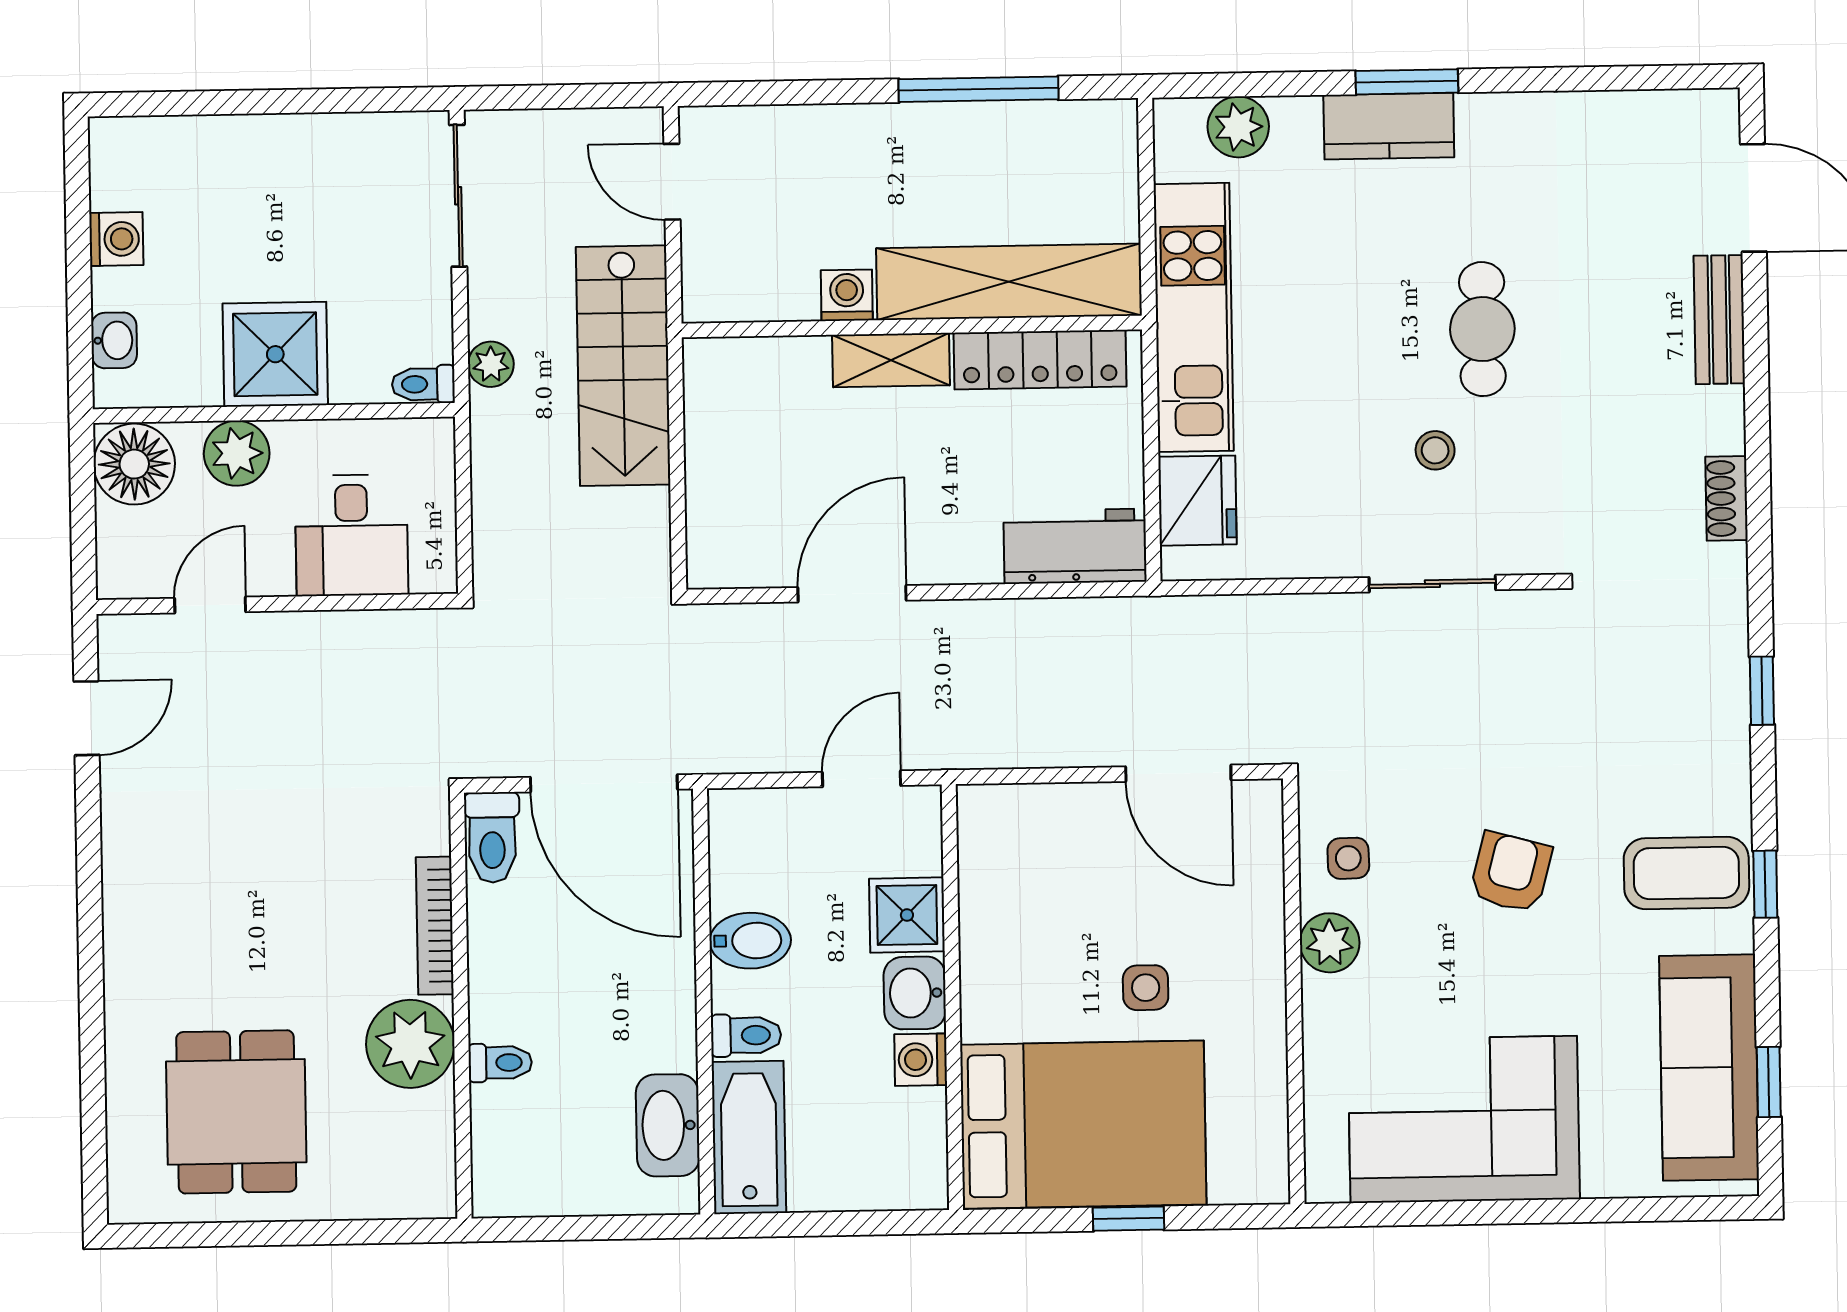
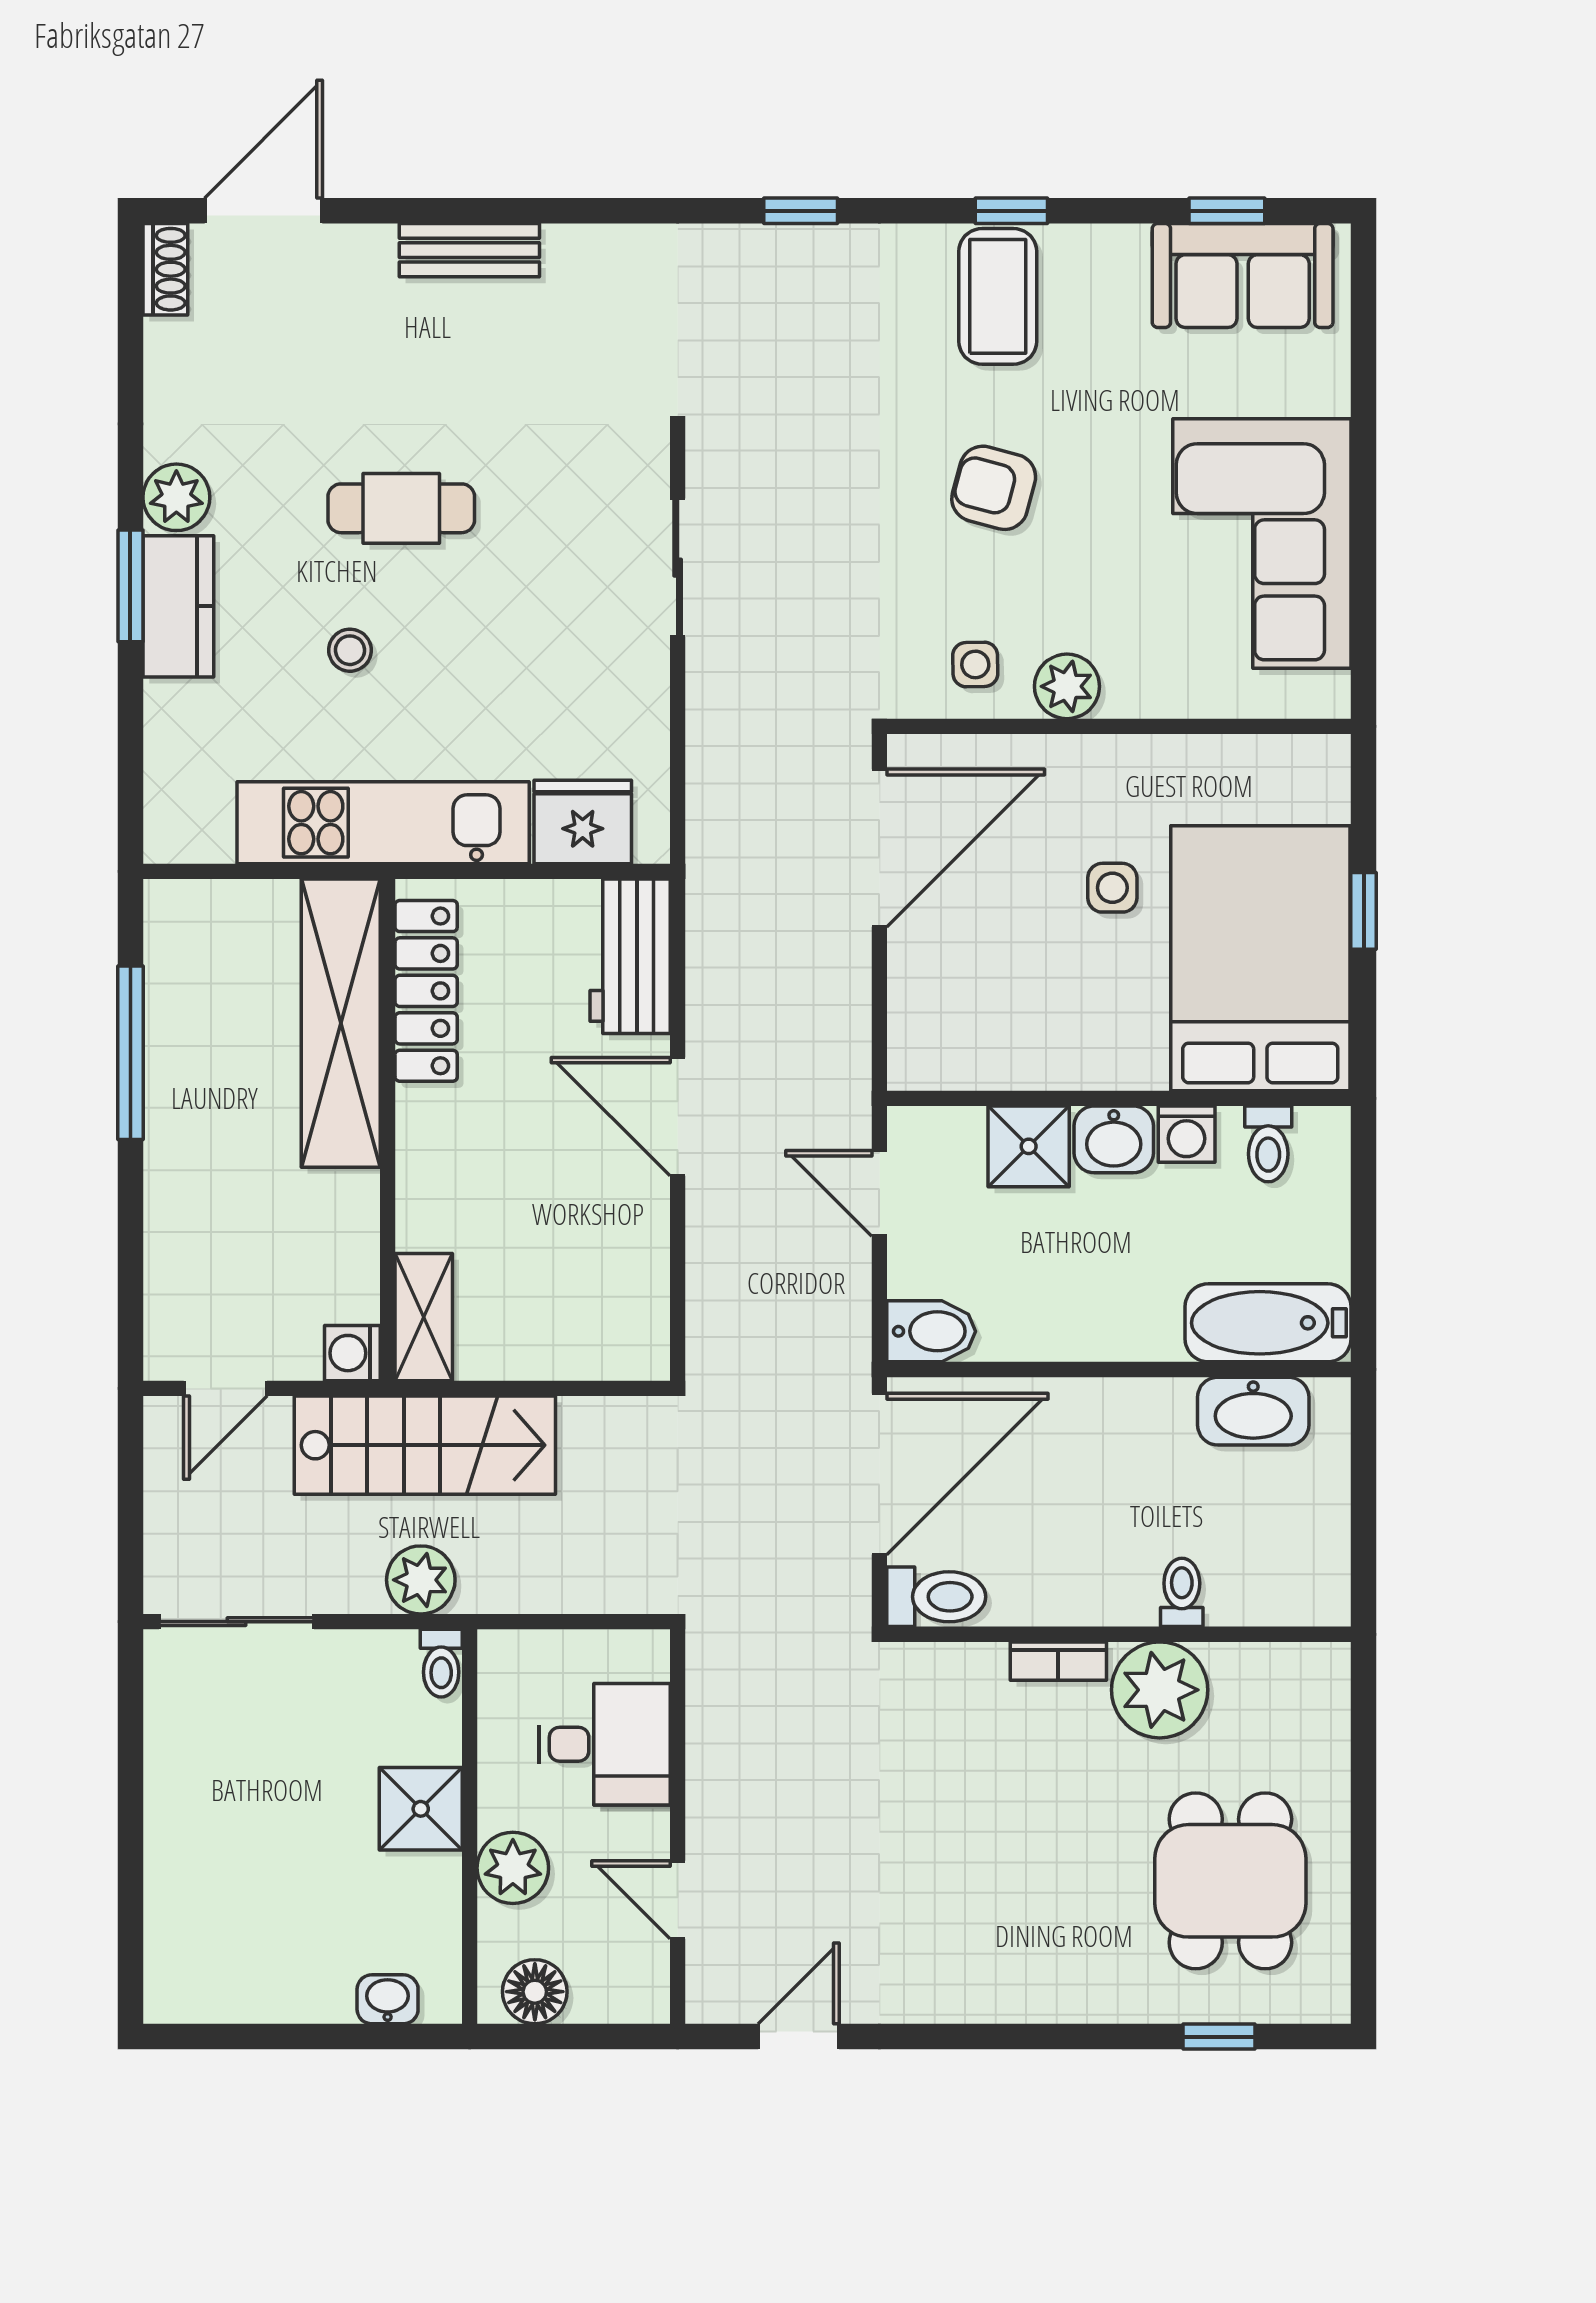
plant: (1238, 127) -> (176, 497), moved
washing machine: (116, 239) -> (277, 1995), removed
washing machine: (847, 295) -> (352, 1353), moved
bench: (1719, 320) -> (469, 250), moved
shower: (275, 354) -> (421, 1809), width x0.73, depth x0.73
shelving: (891, 360) -> (424, 1317), moved
plant: (491, 364) -> (421, 1580), width x1.38, depth x1.38
stool: (1435, 450) -> (350, 650), moved
floor lamp: (134, 464) -> (535, 1992), width x0.73, depth x0.73
shoe rack: (1726, 498) -> (165, 269), moved, turned -90
door: (852, 594) -> (678, 1117), moved
door: (86, 718) -> (799, 2037), hinge flipped
door: (1178, 773) -> (879, 848), width x1.36
bookcase: (435, 926) -> (1058, 1661), width x0.64
bidet: (750, 941) -> (931, 1331), moved, turned 90
toilet: (746, 1035) -> (1268, 1144), moved, turned 180
sofa: (1709, 1068) -> (1243, 275), width x0.73
window: (93, 1104) -> (1219, 2037), added
dining table: (236, 1112) -> (1230, 1881), turned 90

